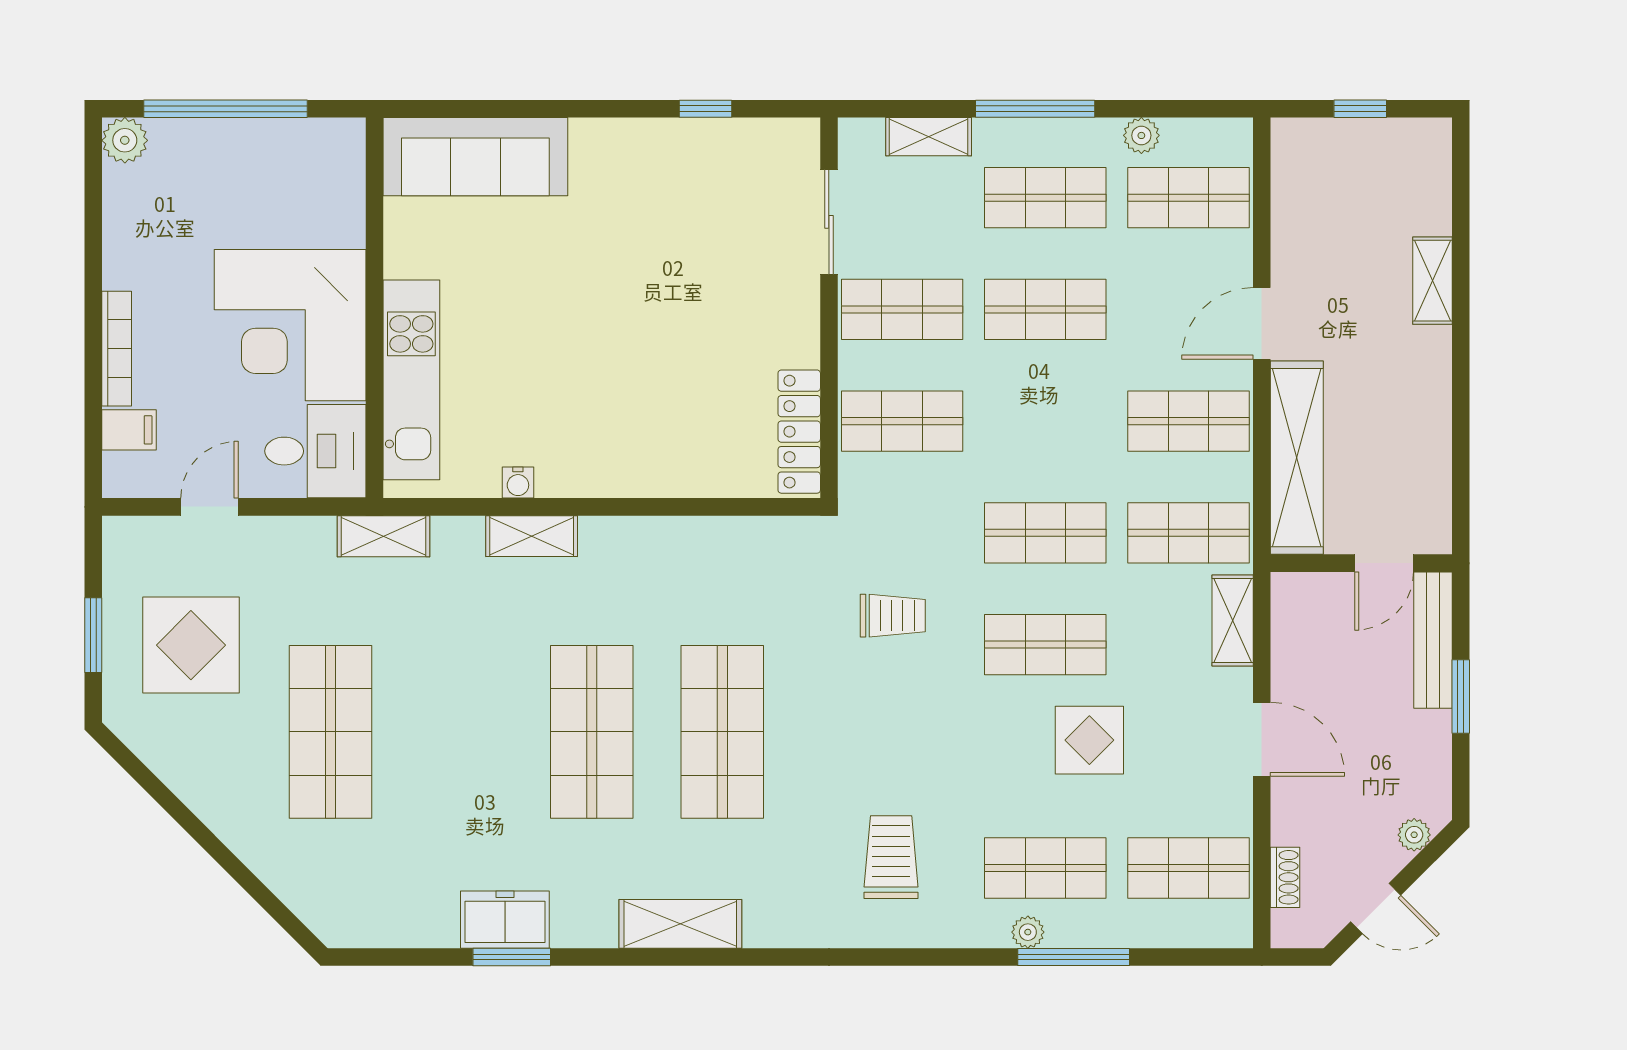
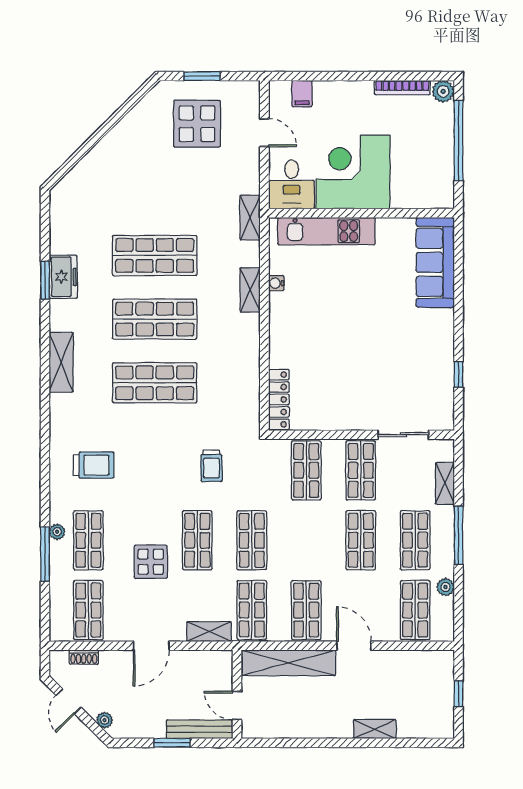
bookcase: (117, 349) -> (402, 87), moved
locker: (799, 432) -> (279, 399), moved, turned 90
shop shelf: (330, 732) -> (155, 255), moved

